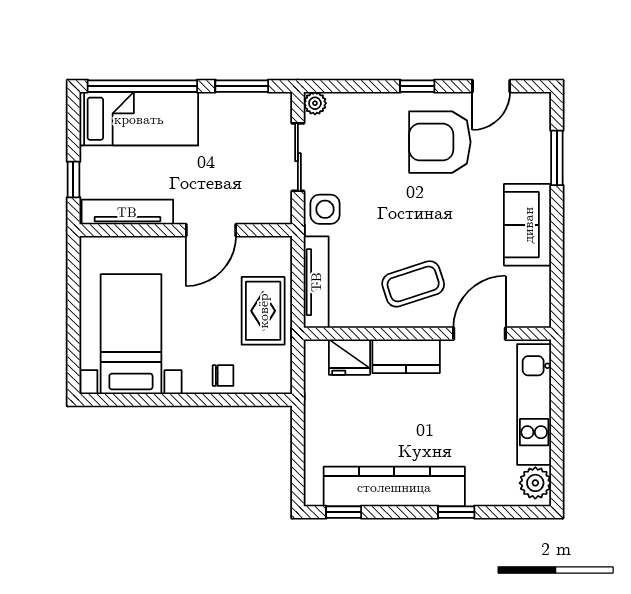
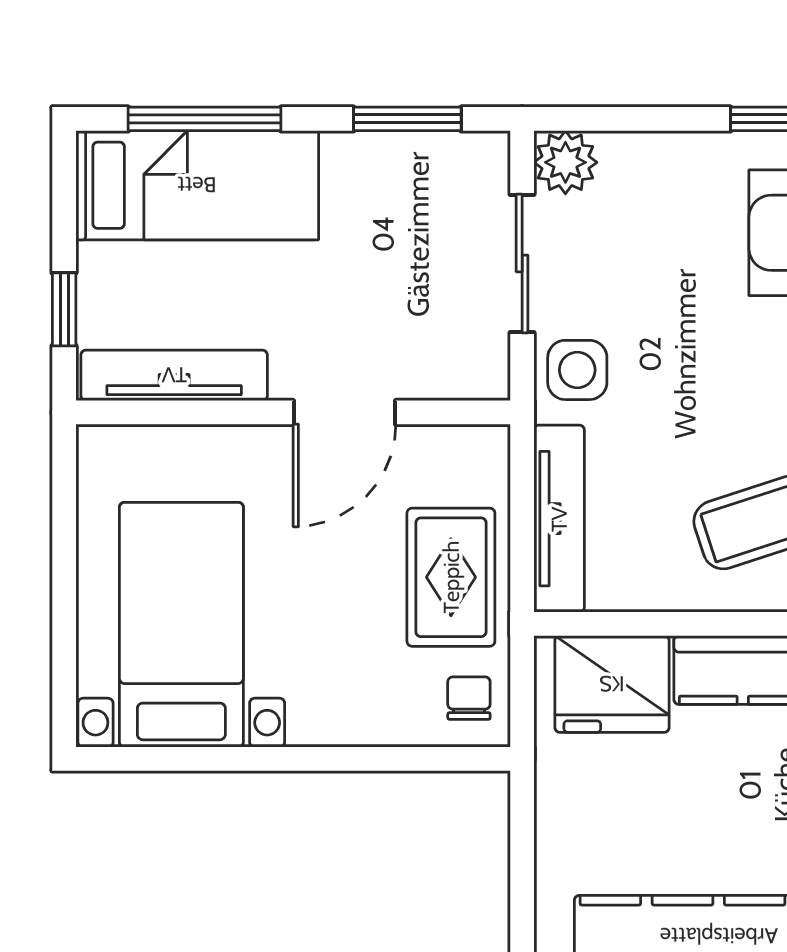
window: (142, 86) -> (205, 119), width x0.68
plant: (315, 103) -> (565, 162), width x1.38, depth x1.38
fridge: (349, 357) -> (612, 684), width x1.36, depth x1.34
chair: (223, 376) -> (469, 698), moved, turned -90

